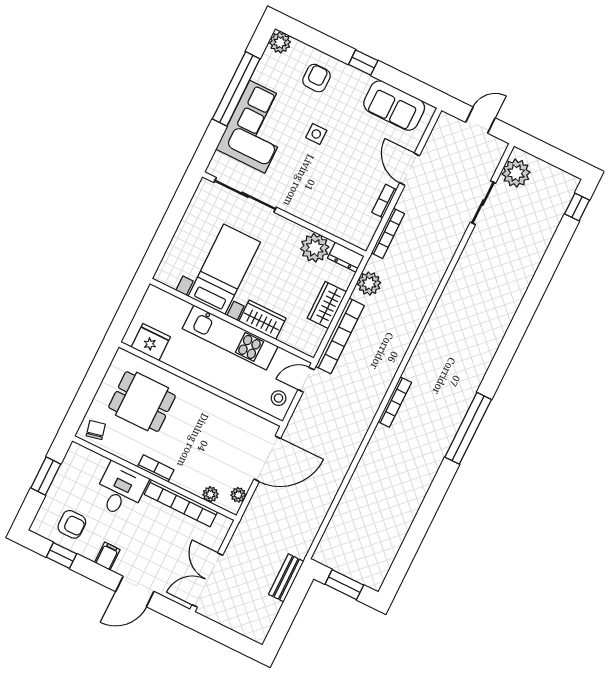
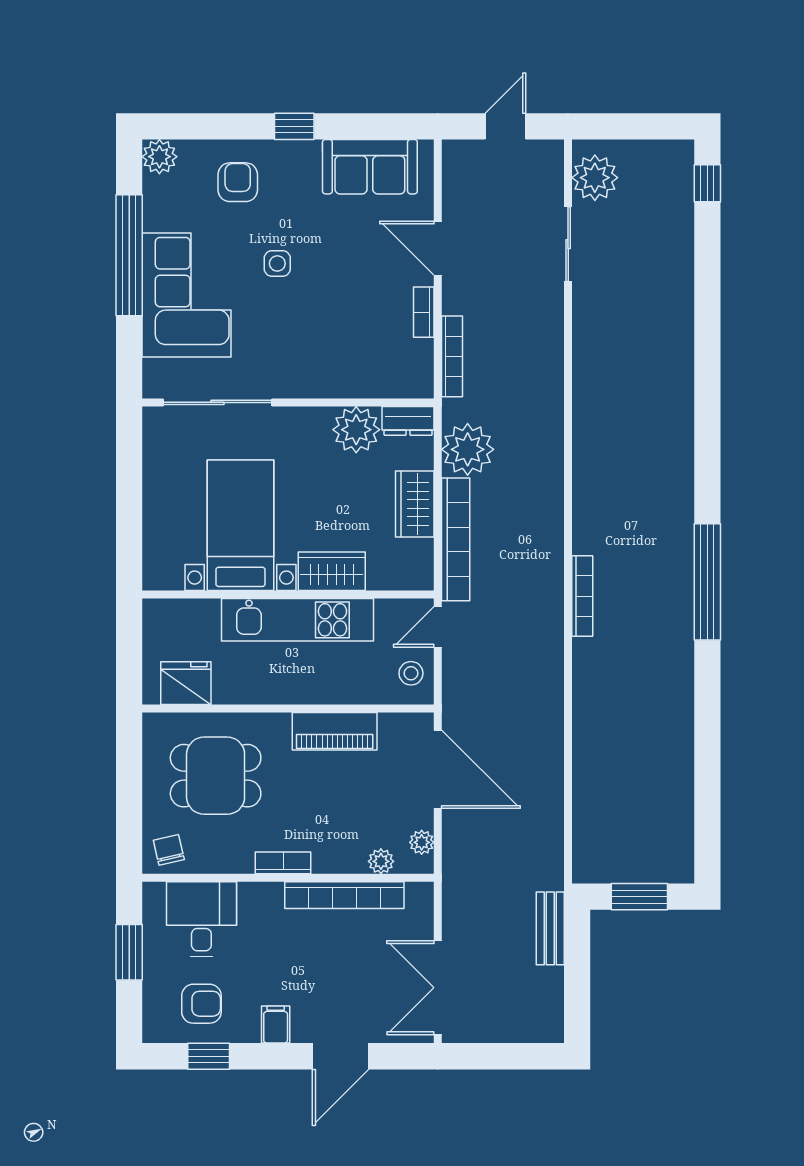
plant: (369, 284) -> (468, 449), width x1.36, depth x1.36
piano: (220, 409) -> (335, 731), added
door: (267, 459) -> (438, 769), hinge flipped
desk: (120, 490) -> (201, 919), moved

